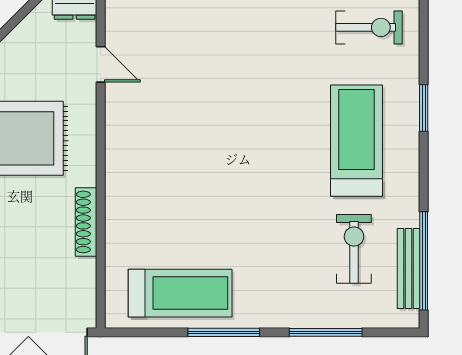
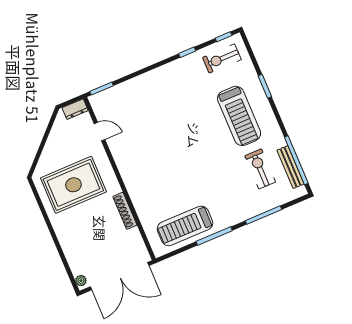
exercise bike: (369, 27) -> (222, 59), turned 180
treadmill: (356, 141) -> (239, 116), turned 180
treadmill: (180, 293) -> (185, 226), turned 180

